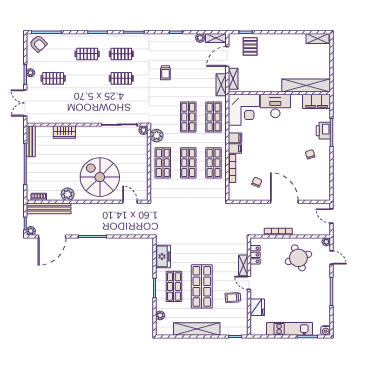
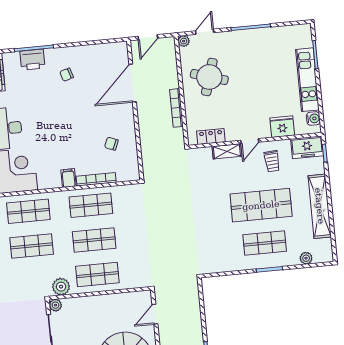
filing cabinet: (235, 138) -> (54, 179), removed
door: (284, 202) -> (133, 83), moved
freezer: (163, 256) -> (307, 147), moved, turned 180
round table: (298, 258) -> (209, 77), turned 37
water cooler: (326, 331) -> (313, 118), moved

